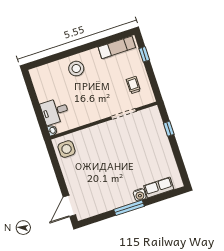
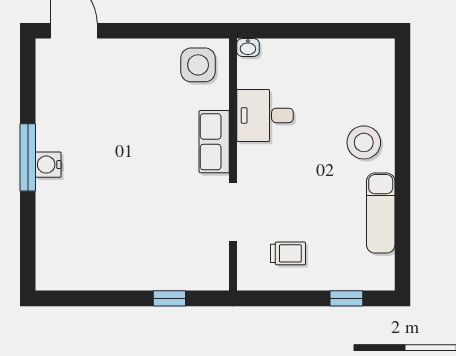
exam couch: (117, 47) -> (381, 213), moved
desk: (55, 111) -> (265, 115), moved, turned -90
row of seats: (159, 188) -> (214, 142), moved, turned 180
water cooler: (140, 195) -> (48, 165), moved

